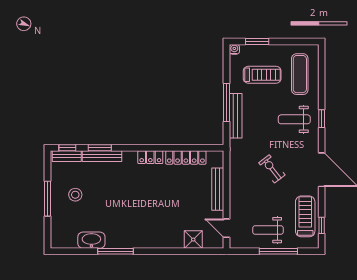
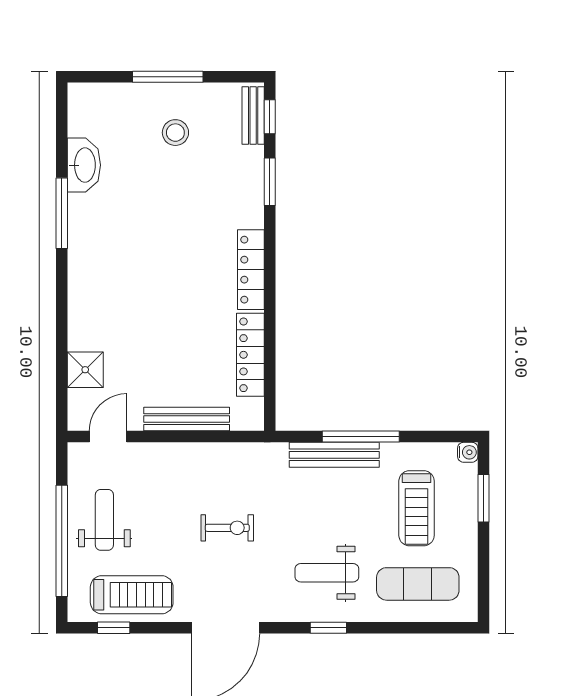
weight bench: (294, 119) -> (327, 573), turned -90
bench: (102, 156) -> (253, 186), removed
locker: (150, 157) -> (251, 270), width x1.53
exercise bike: (272, 169) -> (227, 528), turned 38
window: (278, 251) -> (62, 541), width x1.46

